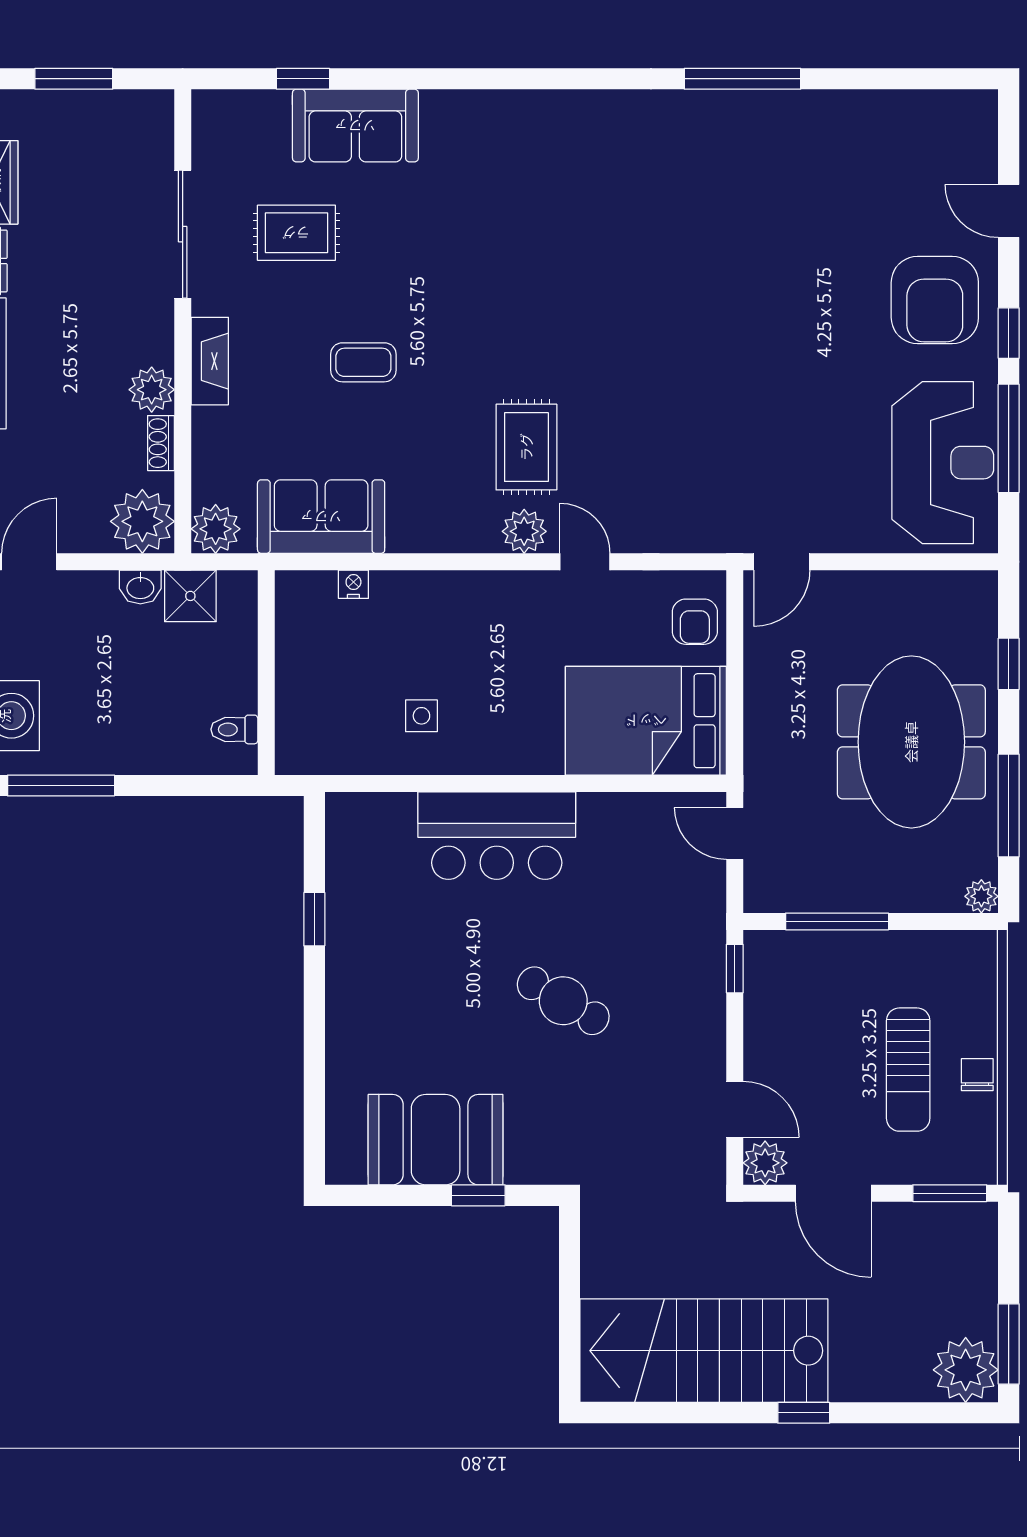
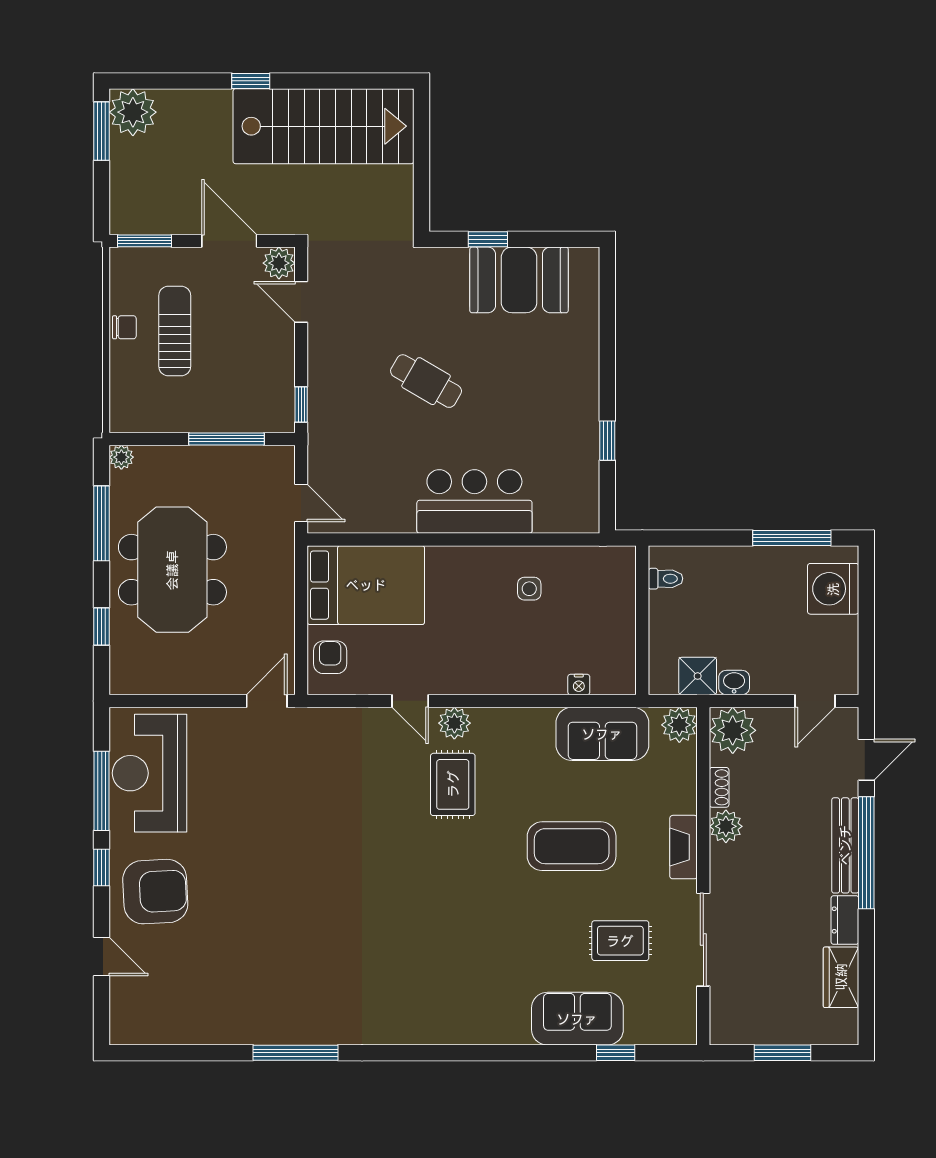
armchair: (935, 300) -> (155, 892), turned 87
coffee table: (363, 362) -> (572, 846), width x1.86, depth x1.72
chair: (977, 1075) -> (124, 327), turned -90

